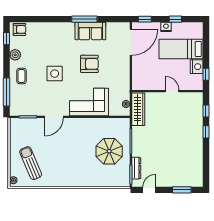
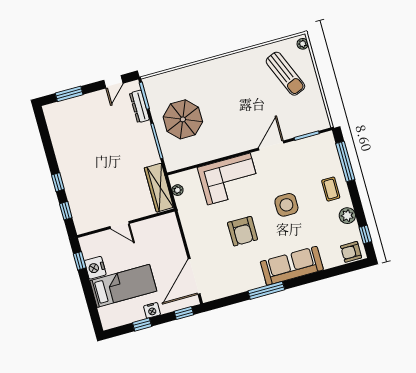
sofa: (90, 31) -> (292, 266), moved, width x1.36
armchair: (89, 64) -> (243, 231), turned -90

